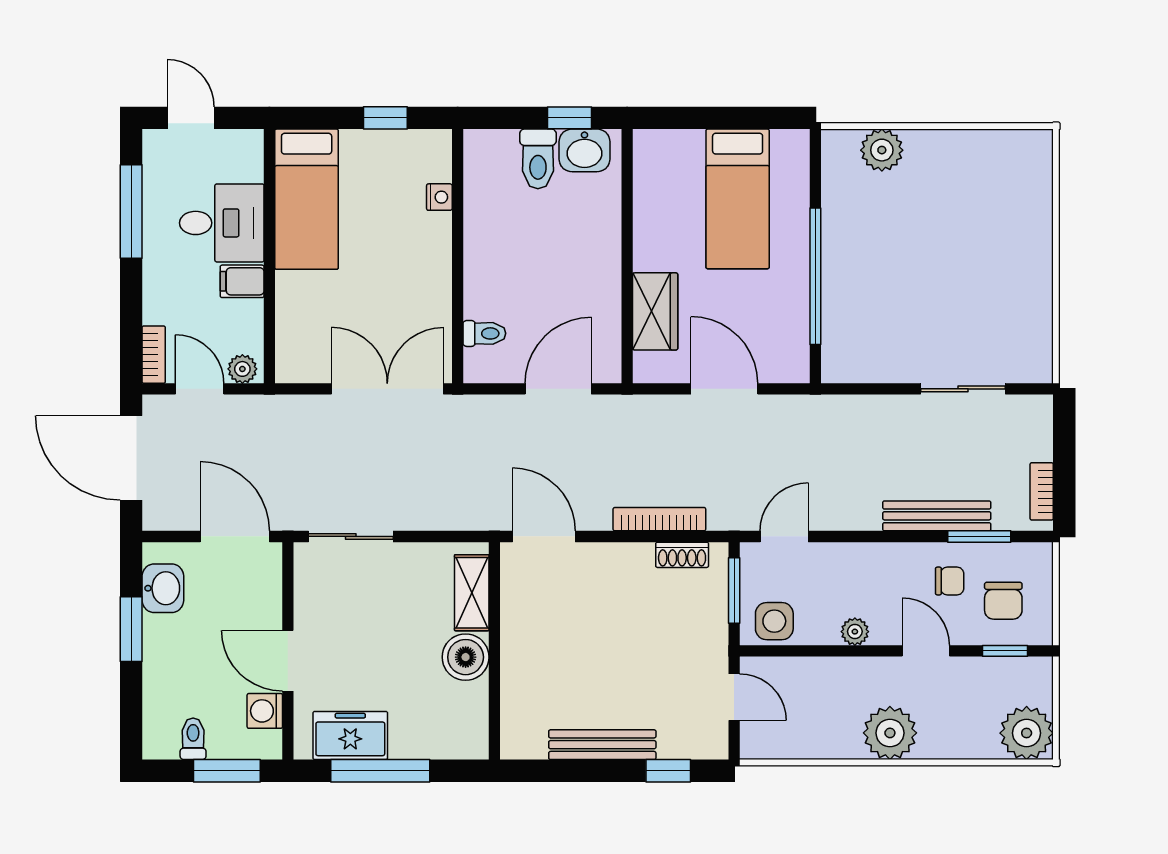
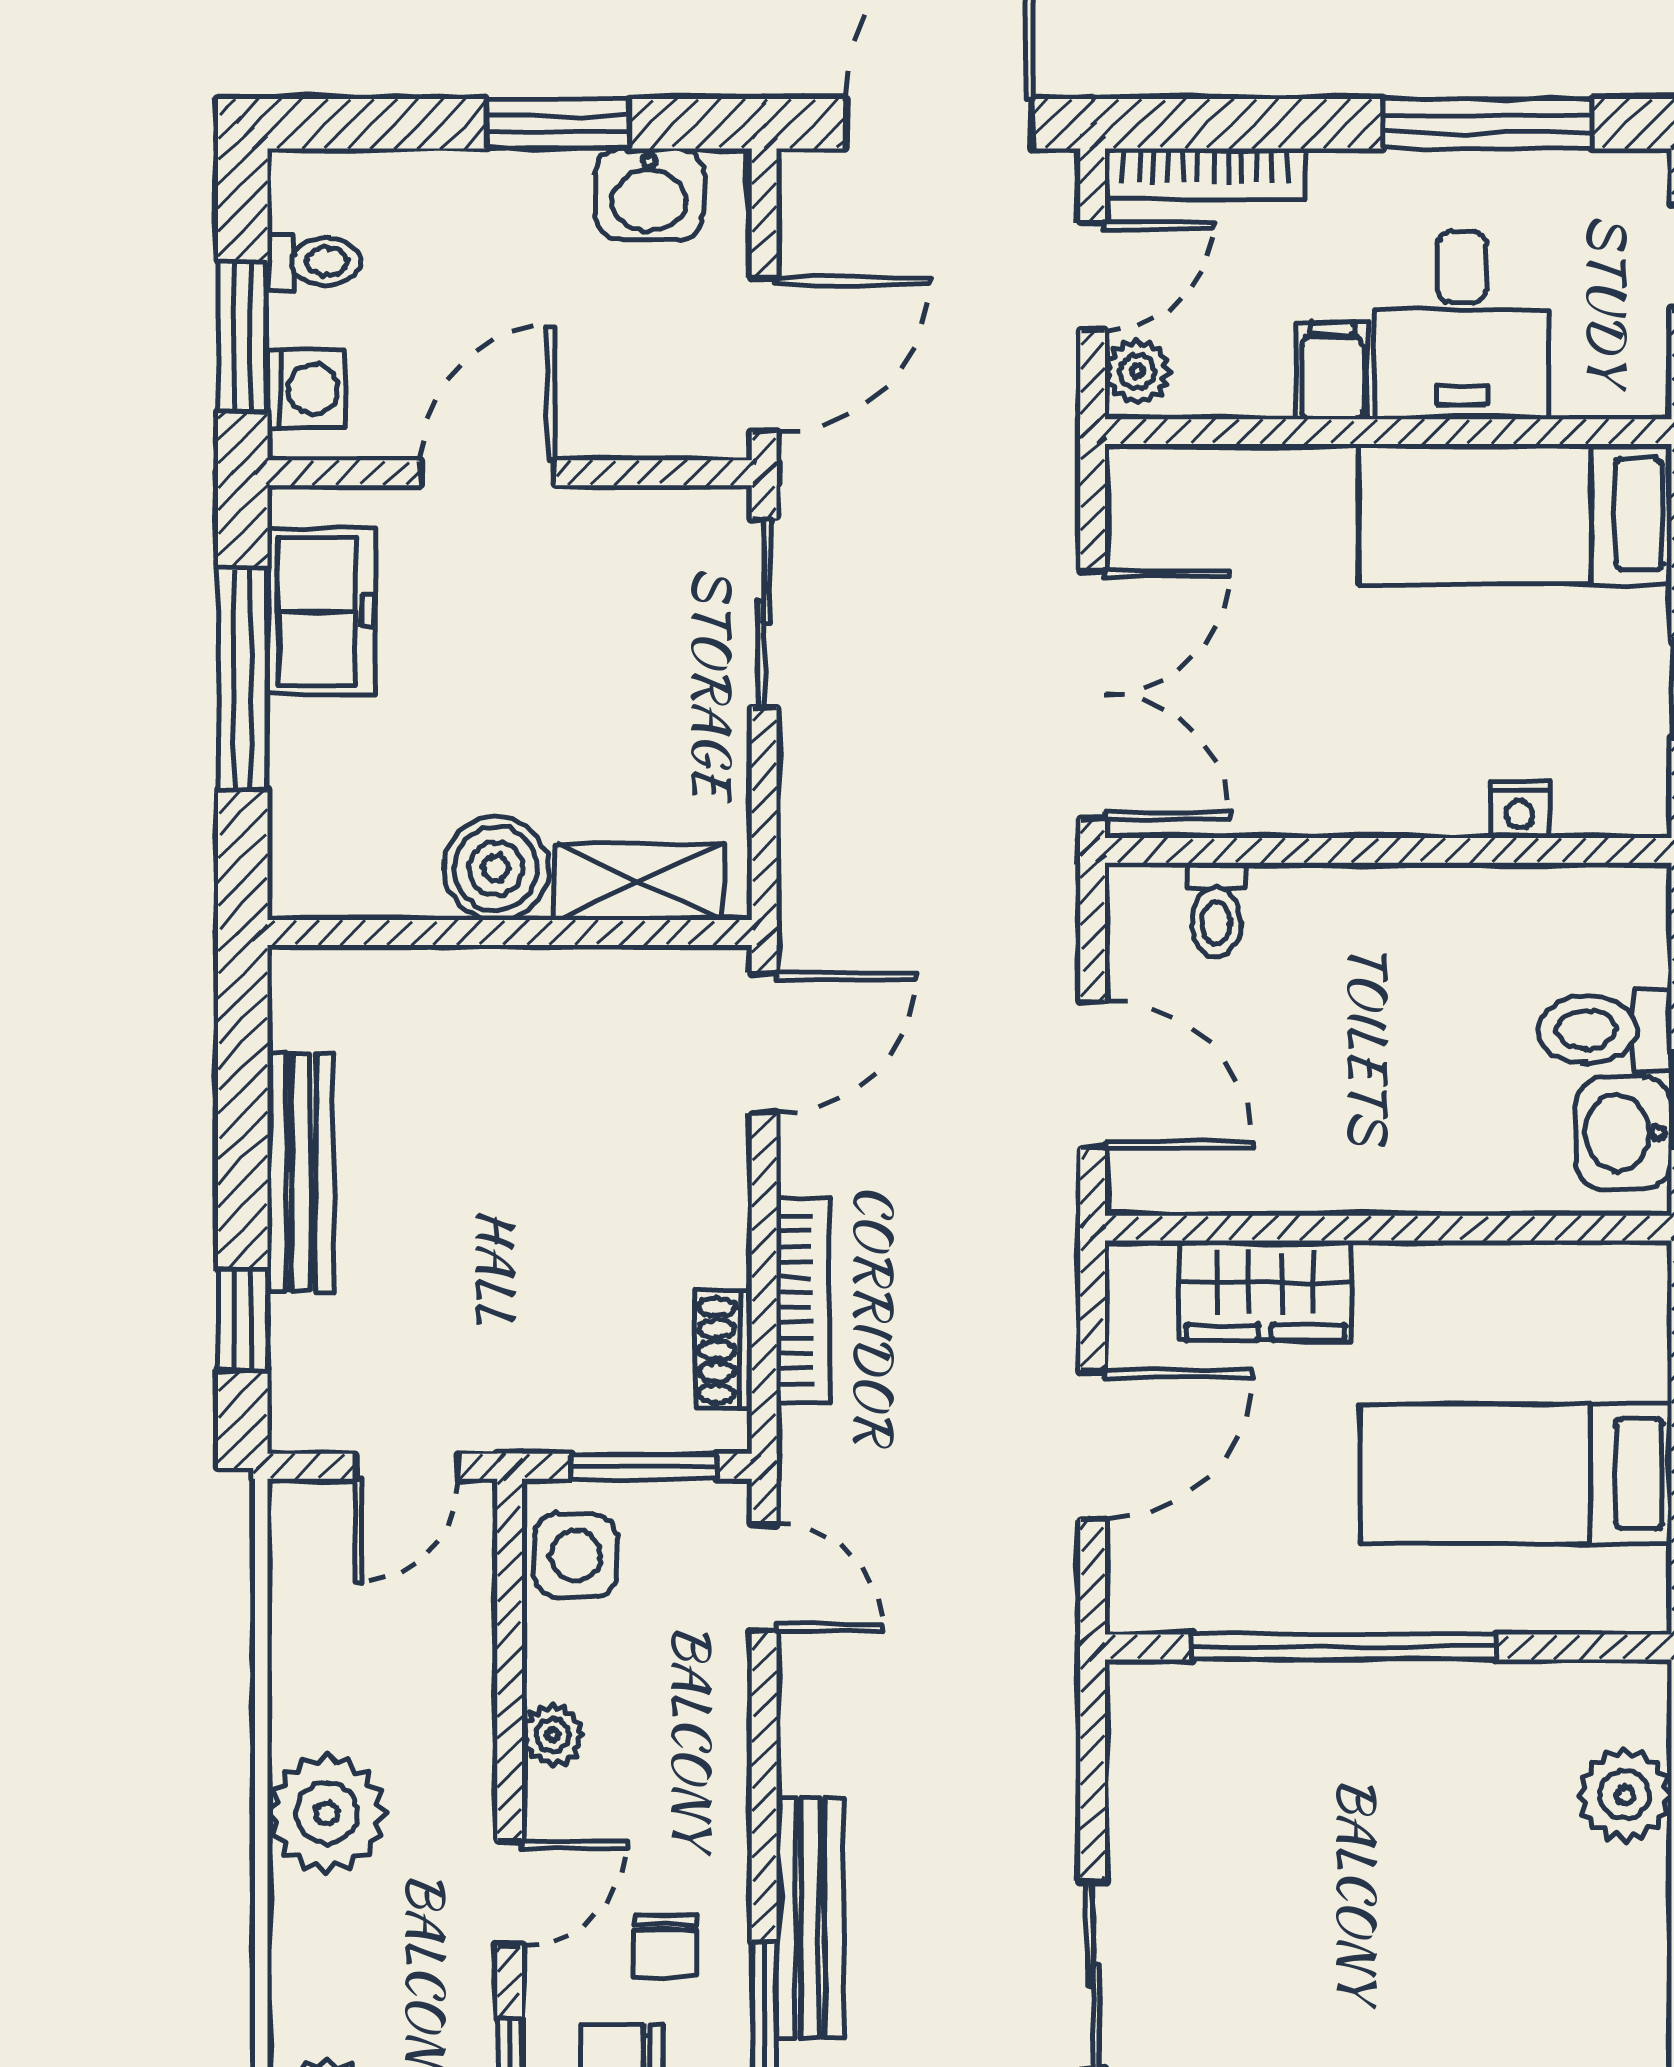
bookcase: (154, 355) -> (1205, 174), width x1.56
washing machine: (265, 711) -> (306, 389), moved, turned 90

